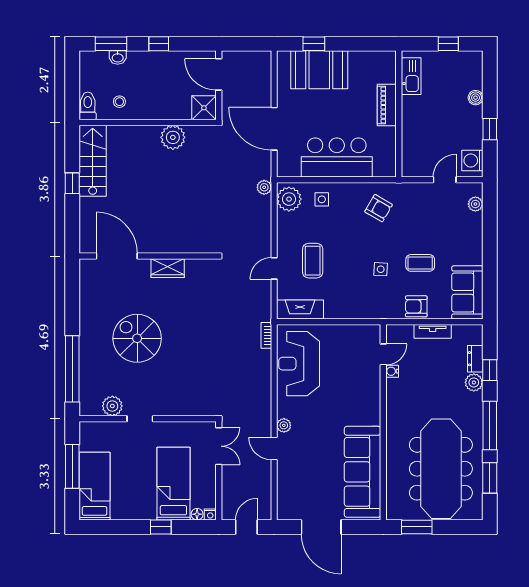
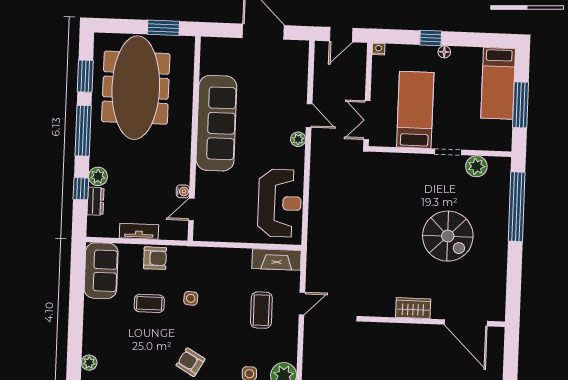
bookcase: (266, 335) -> (313, 234), removed
sofa: (362, 472) -> (216, 123), moved
bed: (173, 484) -> (415, 110), moved, turned 180
floor lamp: (197, 514) -> (444, 52), moved

